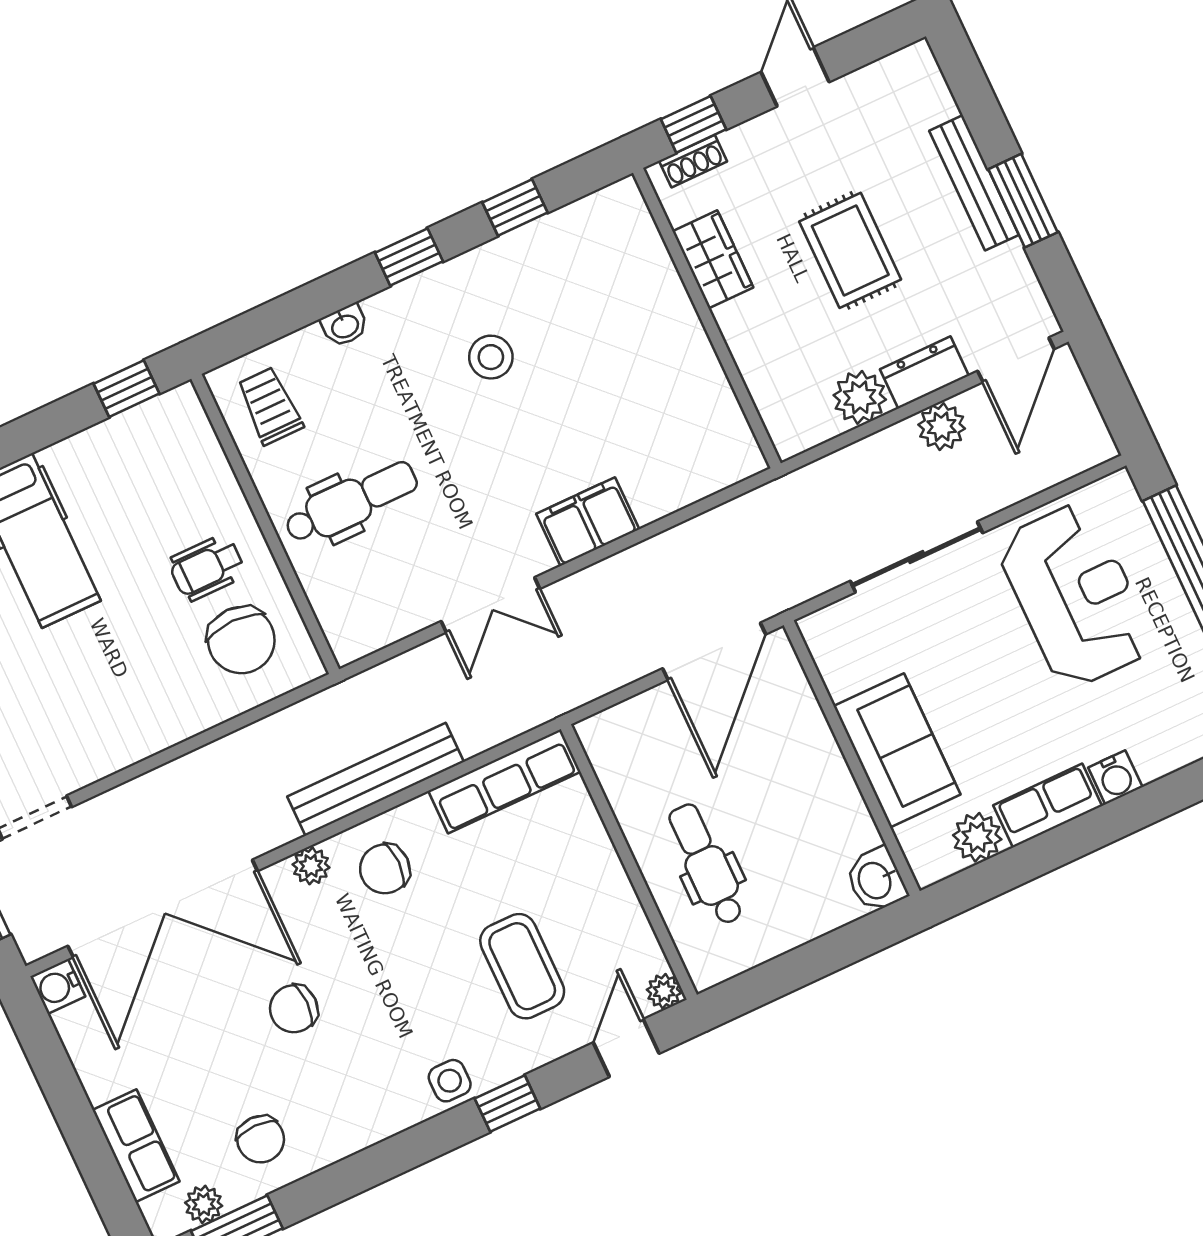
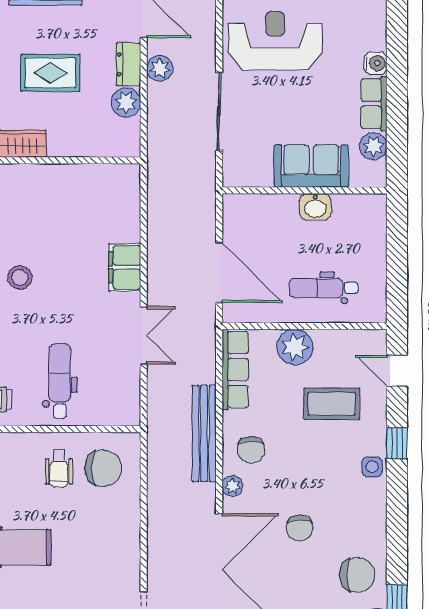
door: (714, 651) -> (219, 273), moved
washbasin: (876, 880) -> (315, 207), moved
plant: (664, 991) -> (295, 347), moved, width x1.88, depth x1.88
chair: (261, 1139) -> (357, 575), width x1.37, depth x1.37

